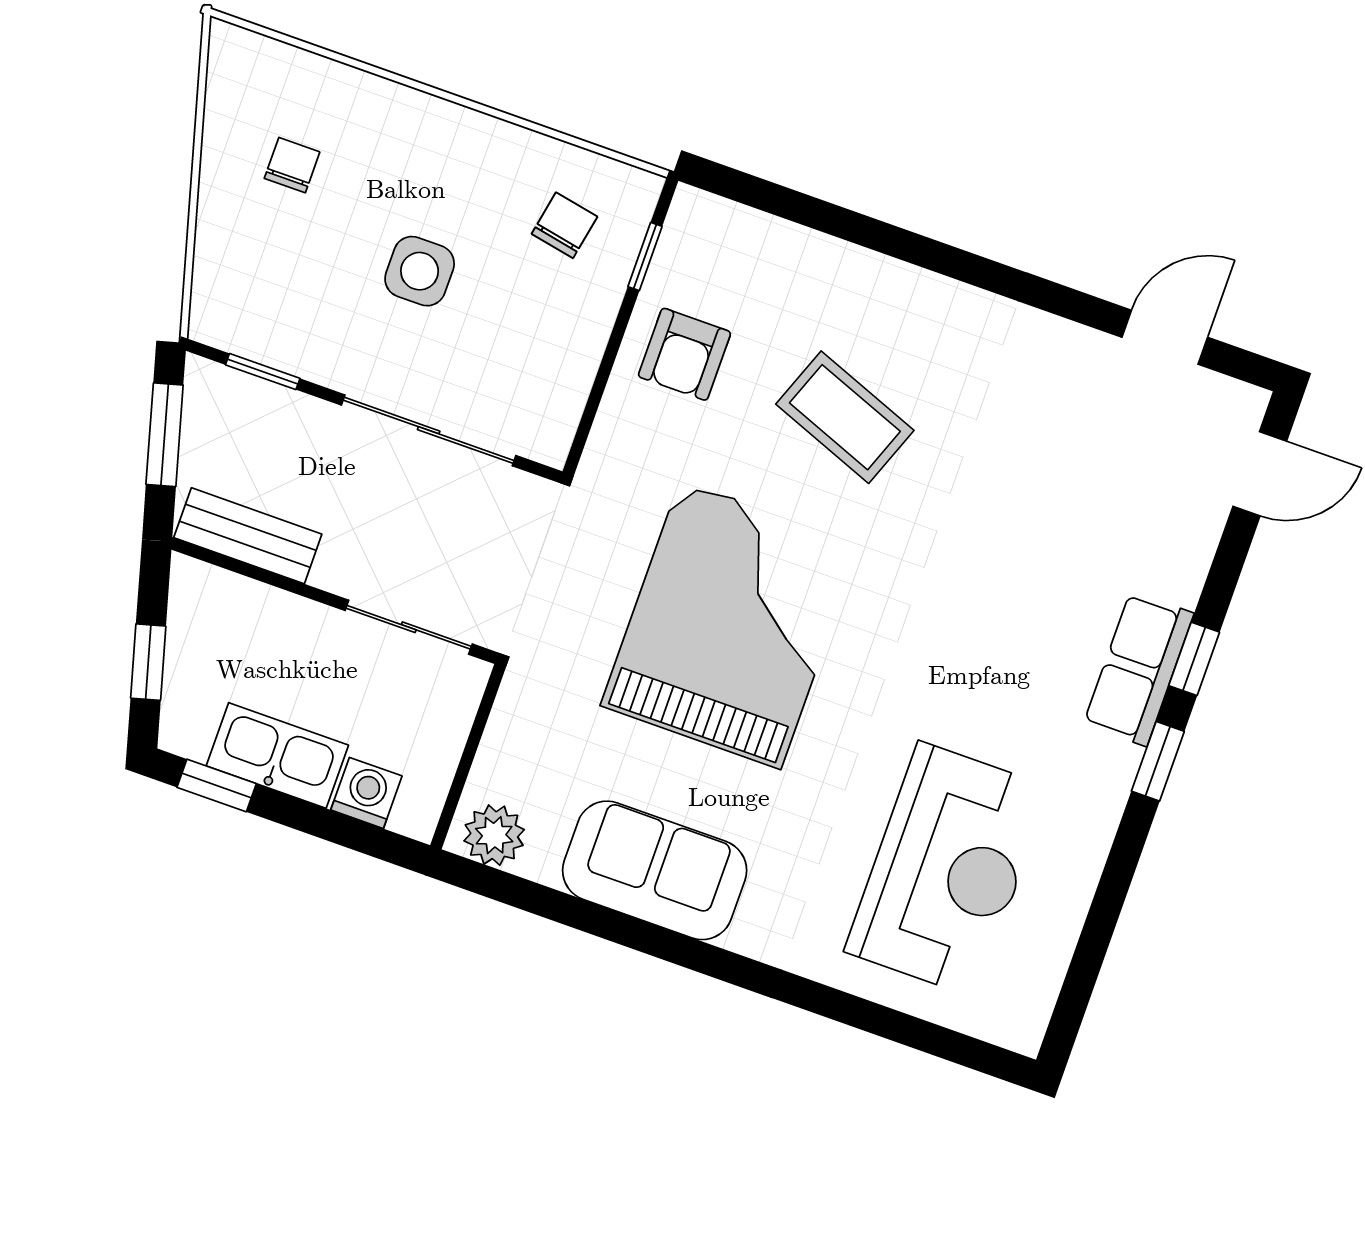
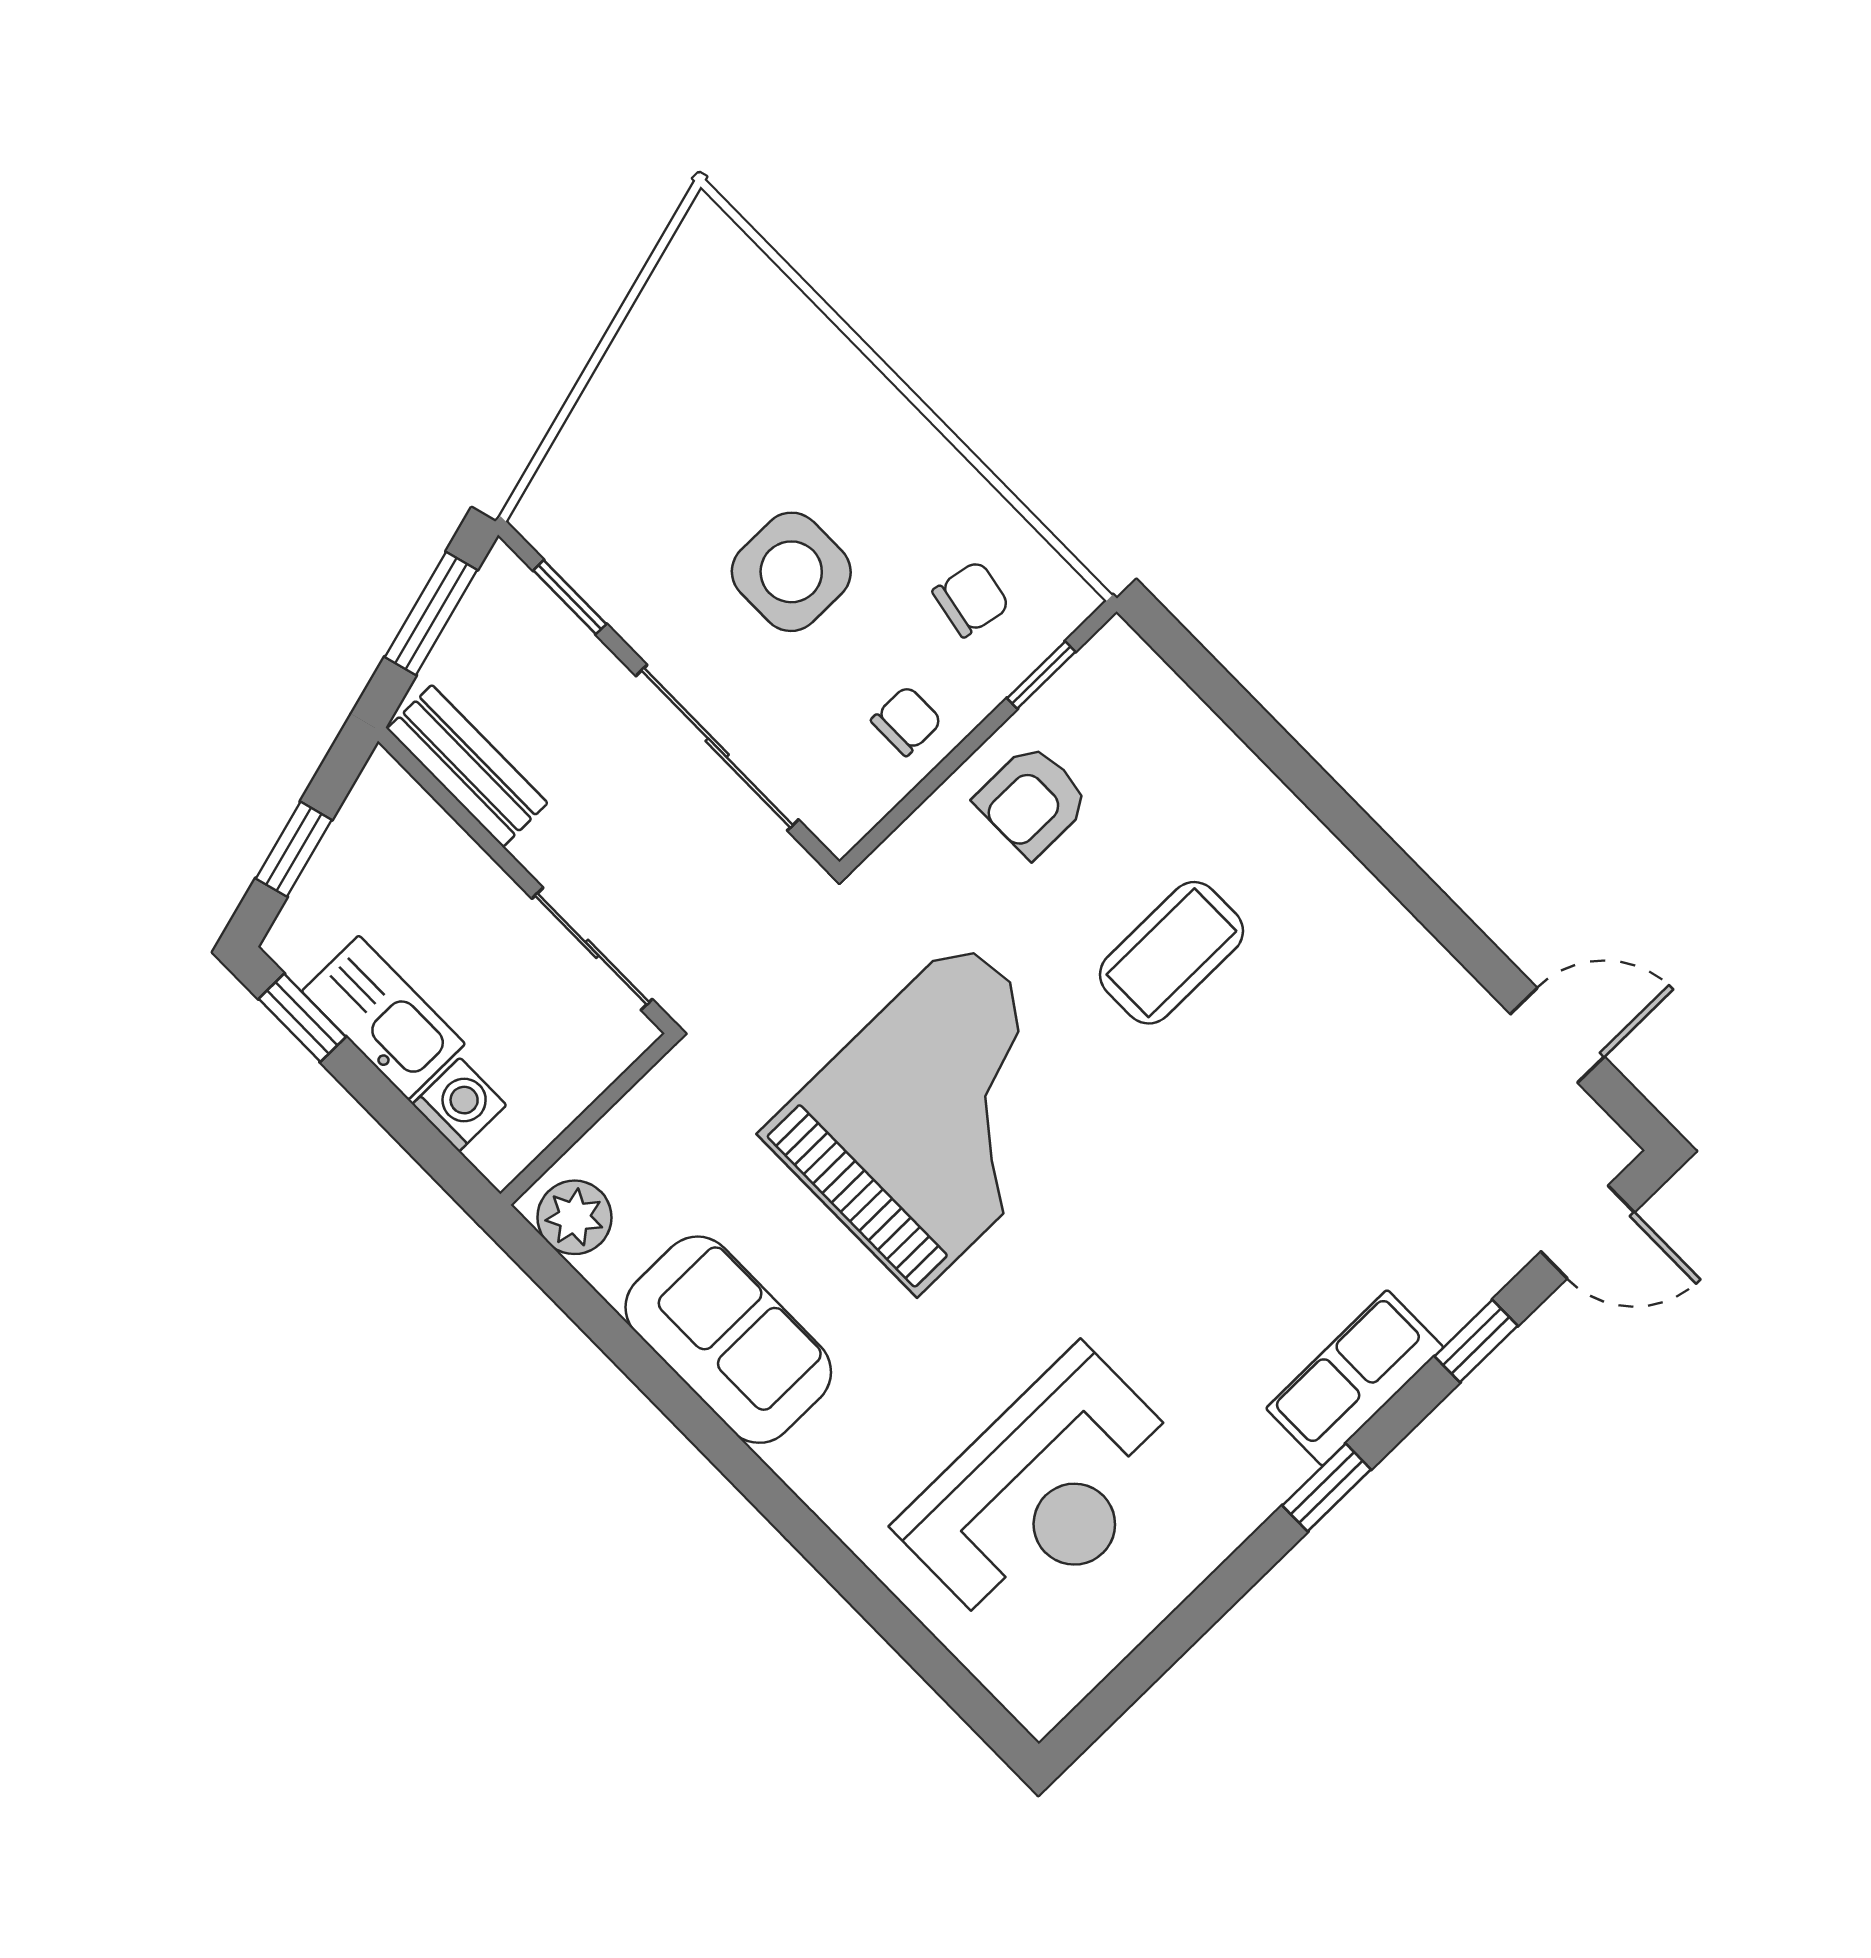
chair: (292, 165) -> (907, 721), moved
side table: (420, 271) -> (791, 572), width x1.37, depth x1.37
coffee table: (845, 417) -> (1171, 953), turned 69
window: (1194, 659) -> (1476, 1341), moved

